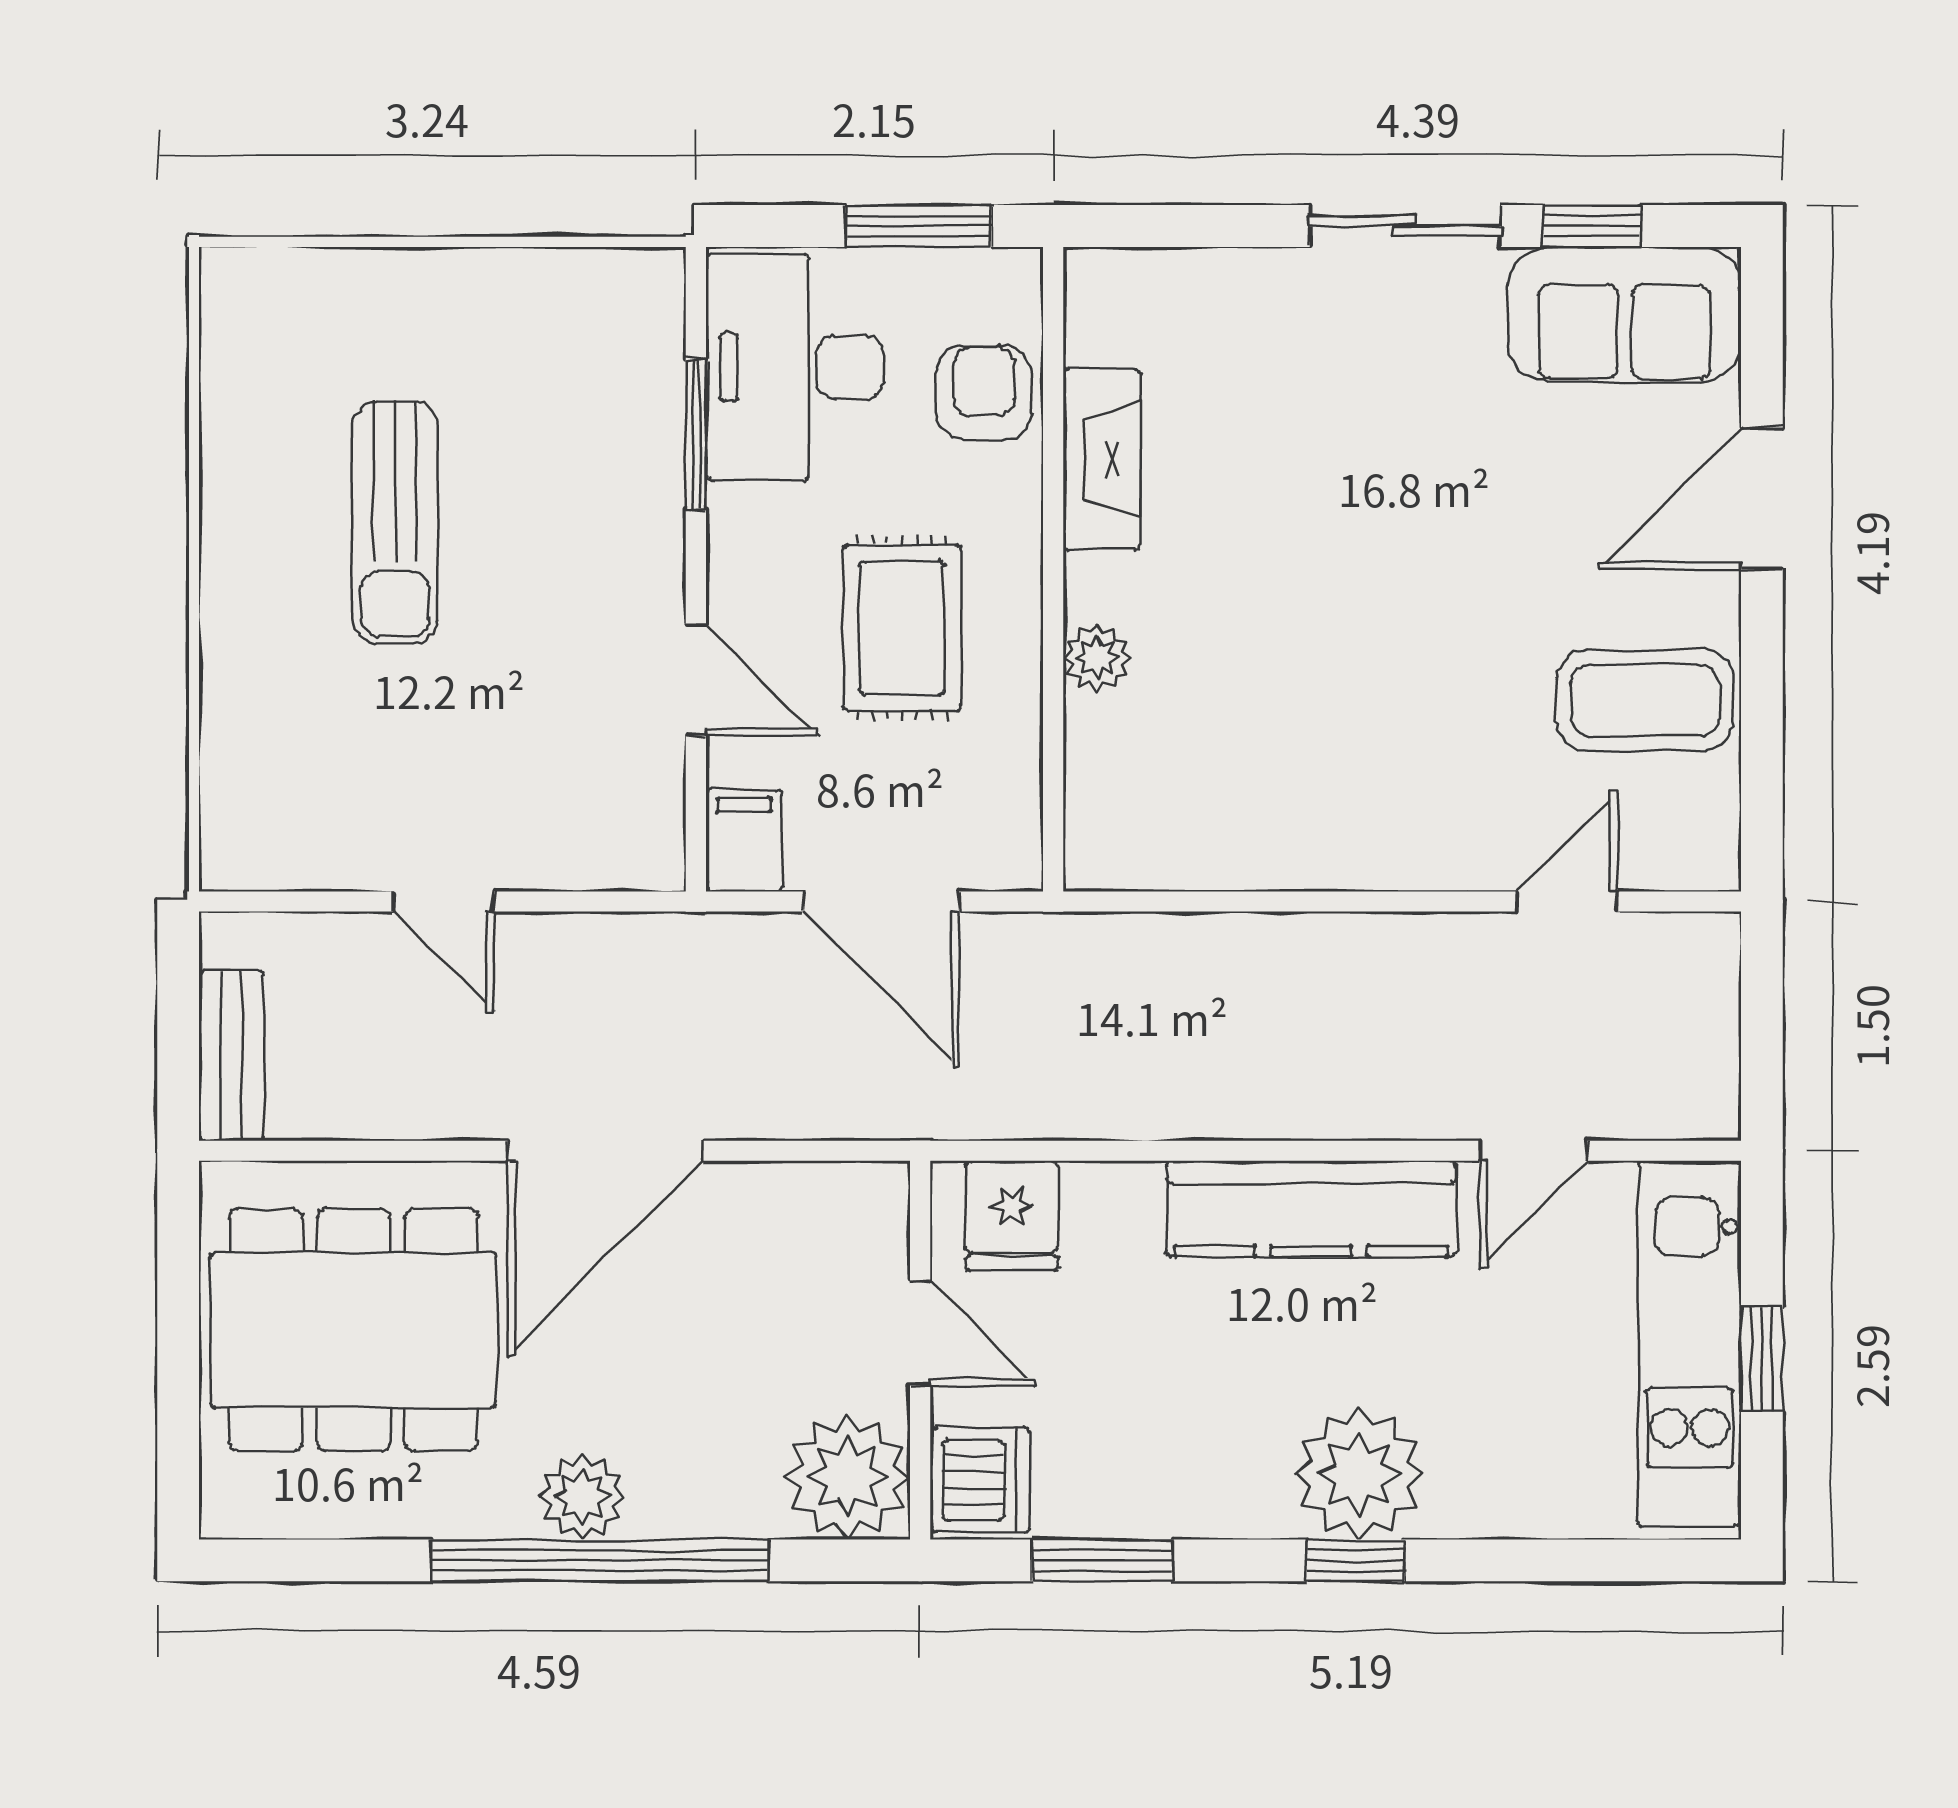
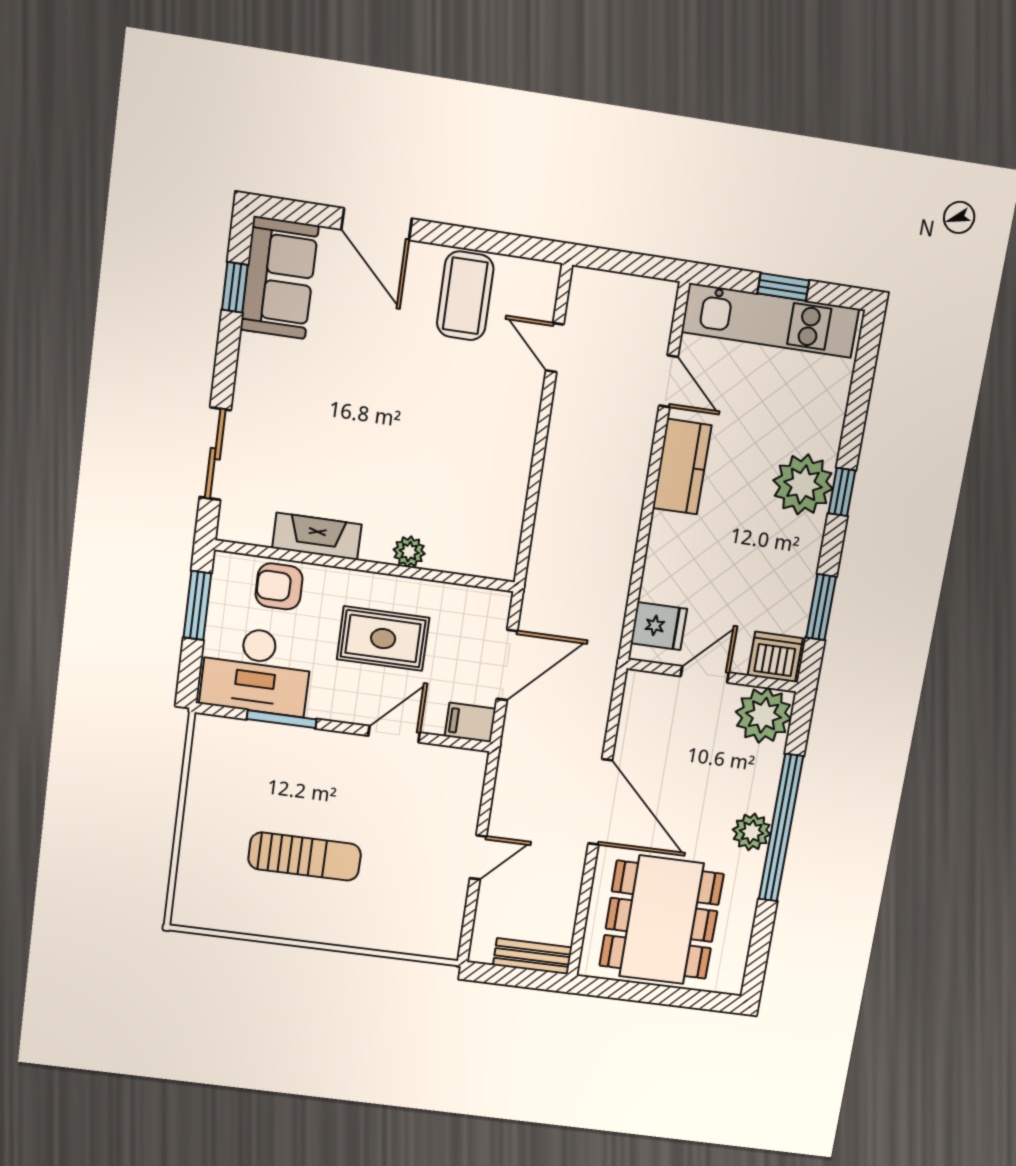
sliding door: (1405, 226) -> (215, 454), moved
kitchen counter: (1311, 1209) -> (682, 467), width x0.67

